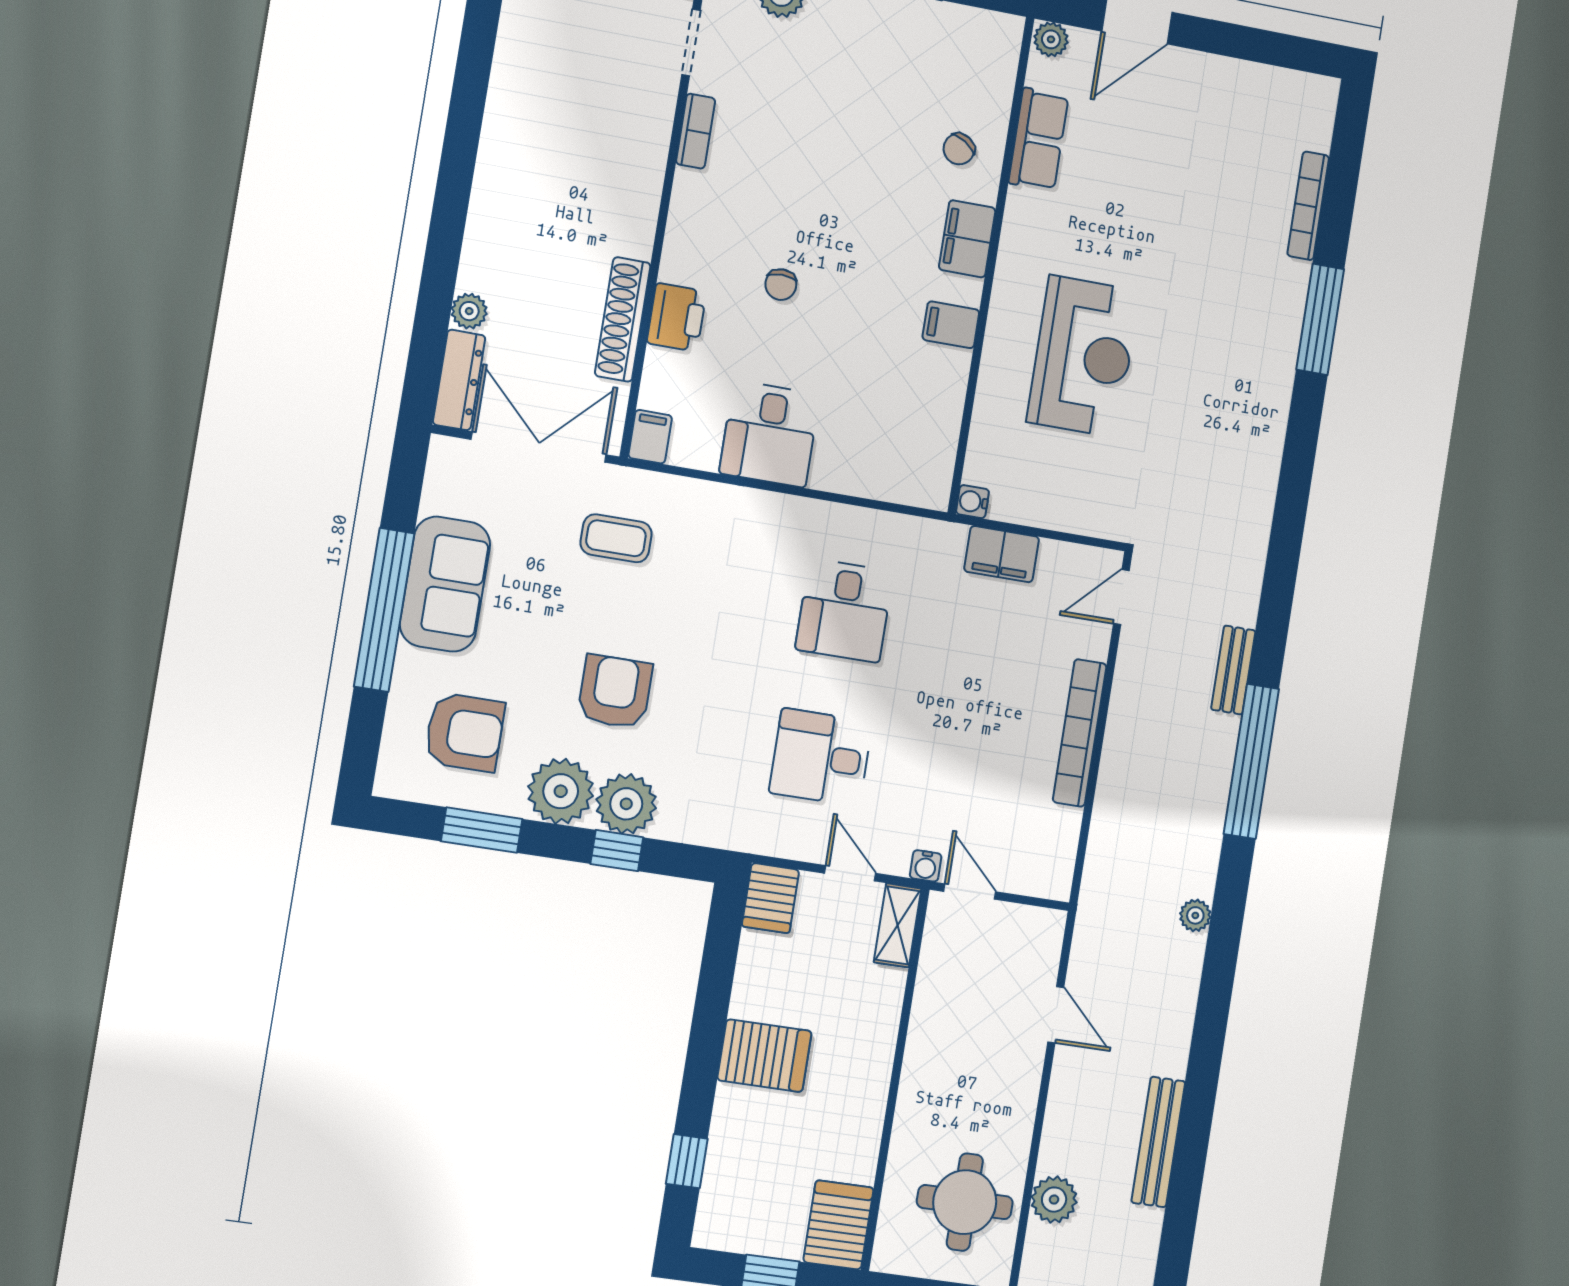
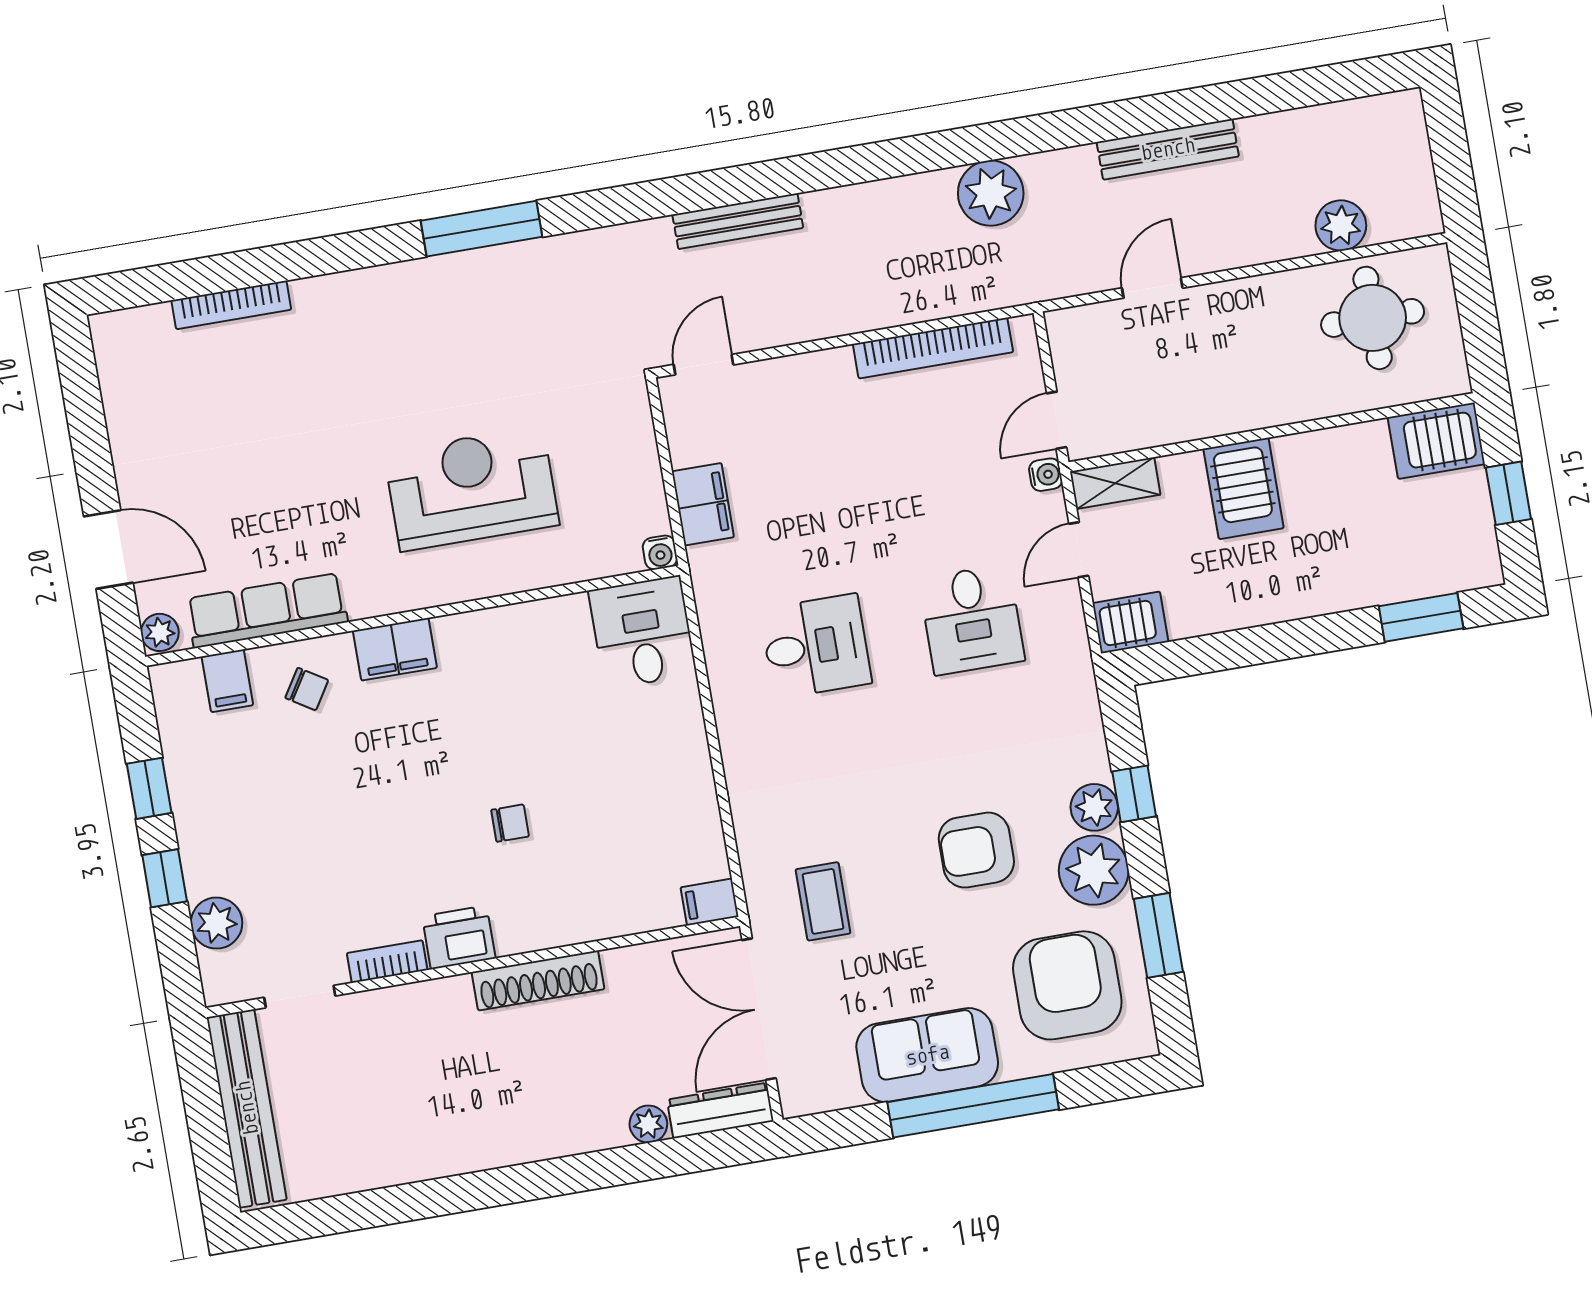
row of seats: (1039, 139) -> (267, 610), width x1.48
printer: (677, 317) -> (459, 937), moved
shoe rack: (623, 319) -> (538, 981), moved
window: (1320, 319) -> (482, 229), moved
filing cabinet: (951, 325) -> (227, 681), moved
desk: (770, 434) -> (642, 632), moved, turned -90
door: (1121, 597) -> (704, 365), swing flipped
bench: (1233, 670) -> (738, 221), width x1.36
armchair: (465, 732) -> (1067, 985), width x1.36, depth x1.36
bookcase: (1080, 733) -> (933, 348), moved
window: (1251, 761) -> (825, 170), removed
plant: (626, 804) -> (1094, 807), width x0.73, depth x0.73
plant: (1195, 915) -> (991, 193), width x1.88, depth x1.88
server rack: (764, 1056) -> (1244, 488), moved, turned 180
bench: (1158, 1142) -> (1168, 149), moved
window: (687, 1161) -> (1421, 617), width x1.50

